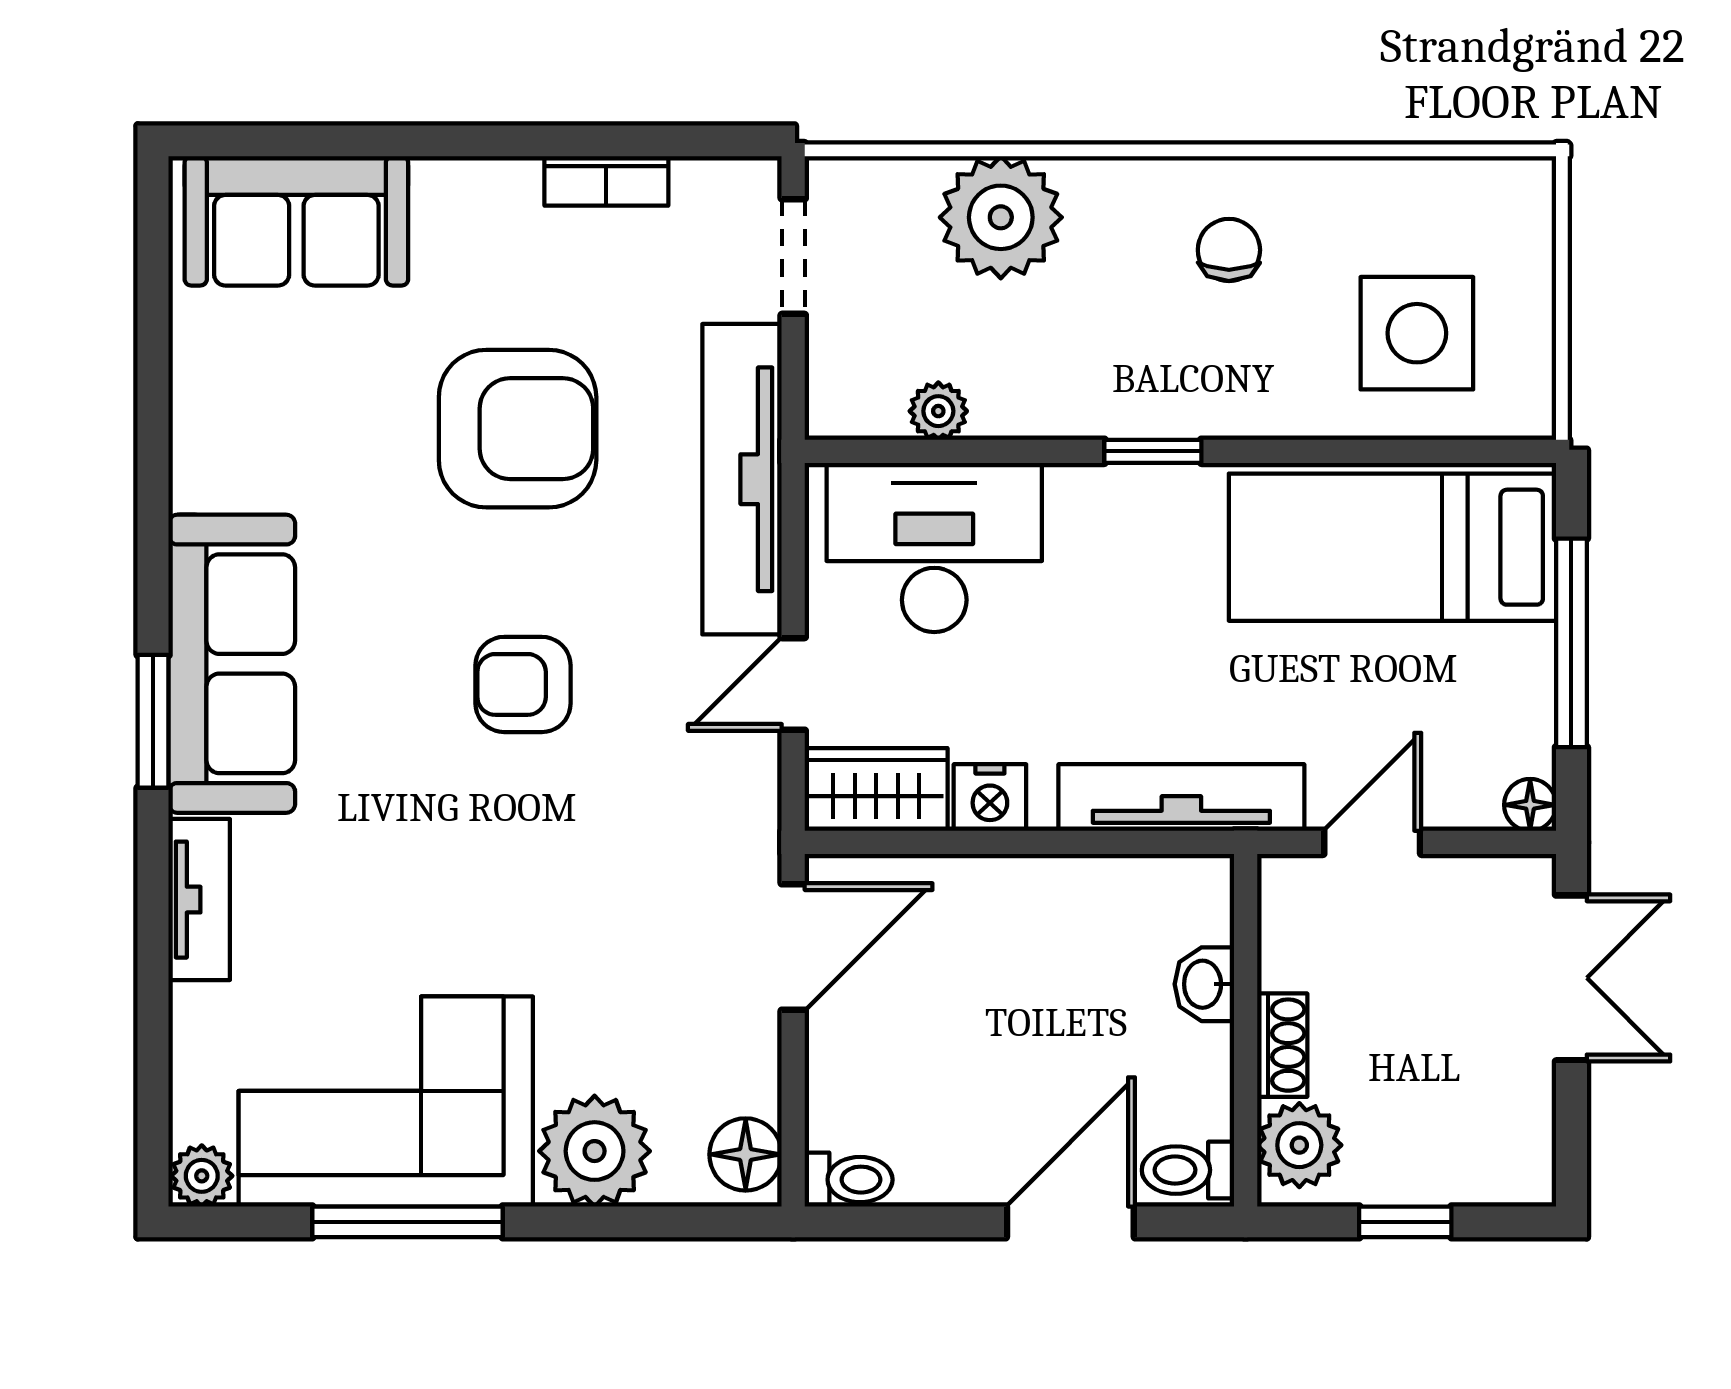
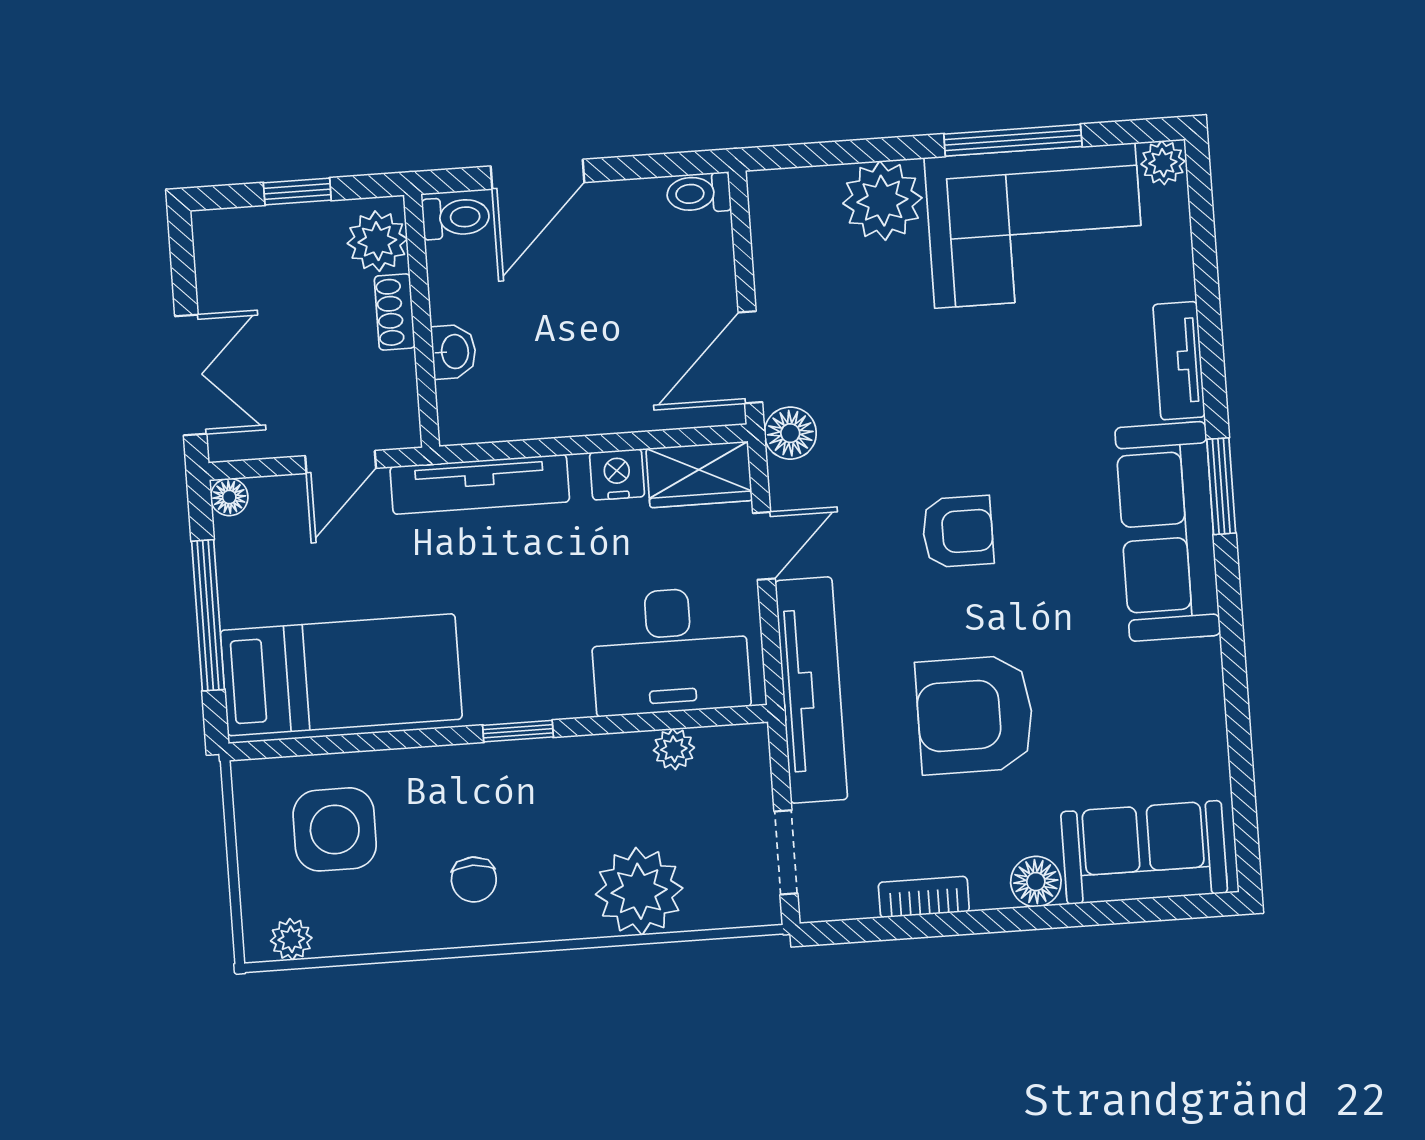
plant: (1488, 185) -> (291, 939), added
floor lamp: (449, 191) -> (1036, 882), added
double door: (1571, 978) -> (191, 375), swing flipped
floor lamp: (746, 1154) -> (790, 433), moved

